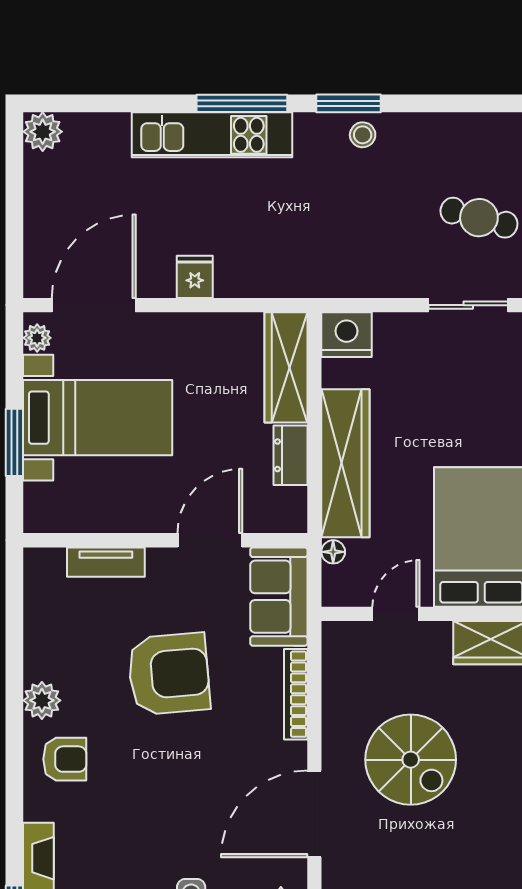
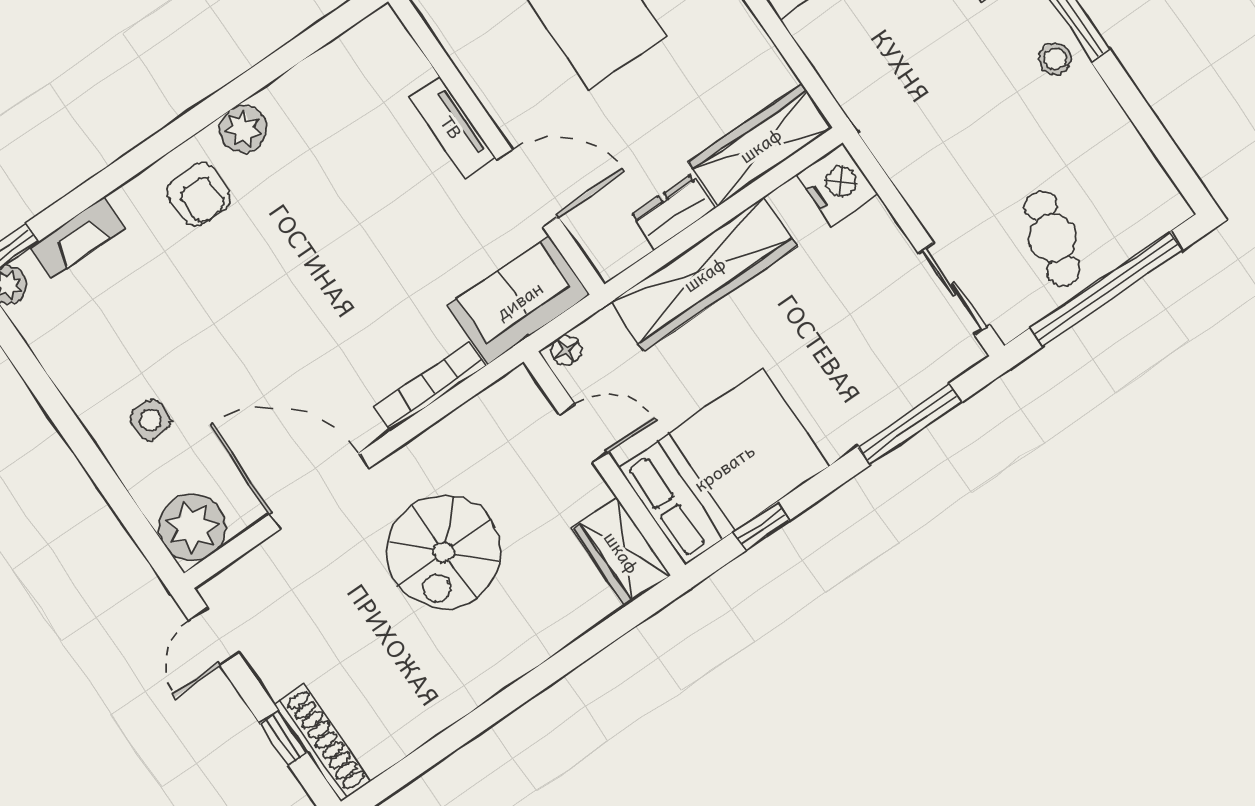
floor lamp: (333, 552) -> (566, 350), moved
tv unit: (106, 562) -> (452, 127), moved
armchair: (169, 674) -> (361, 241), removed

